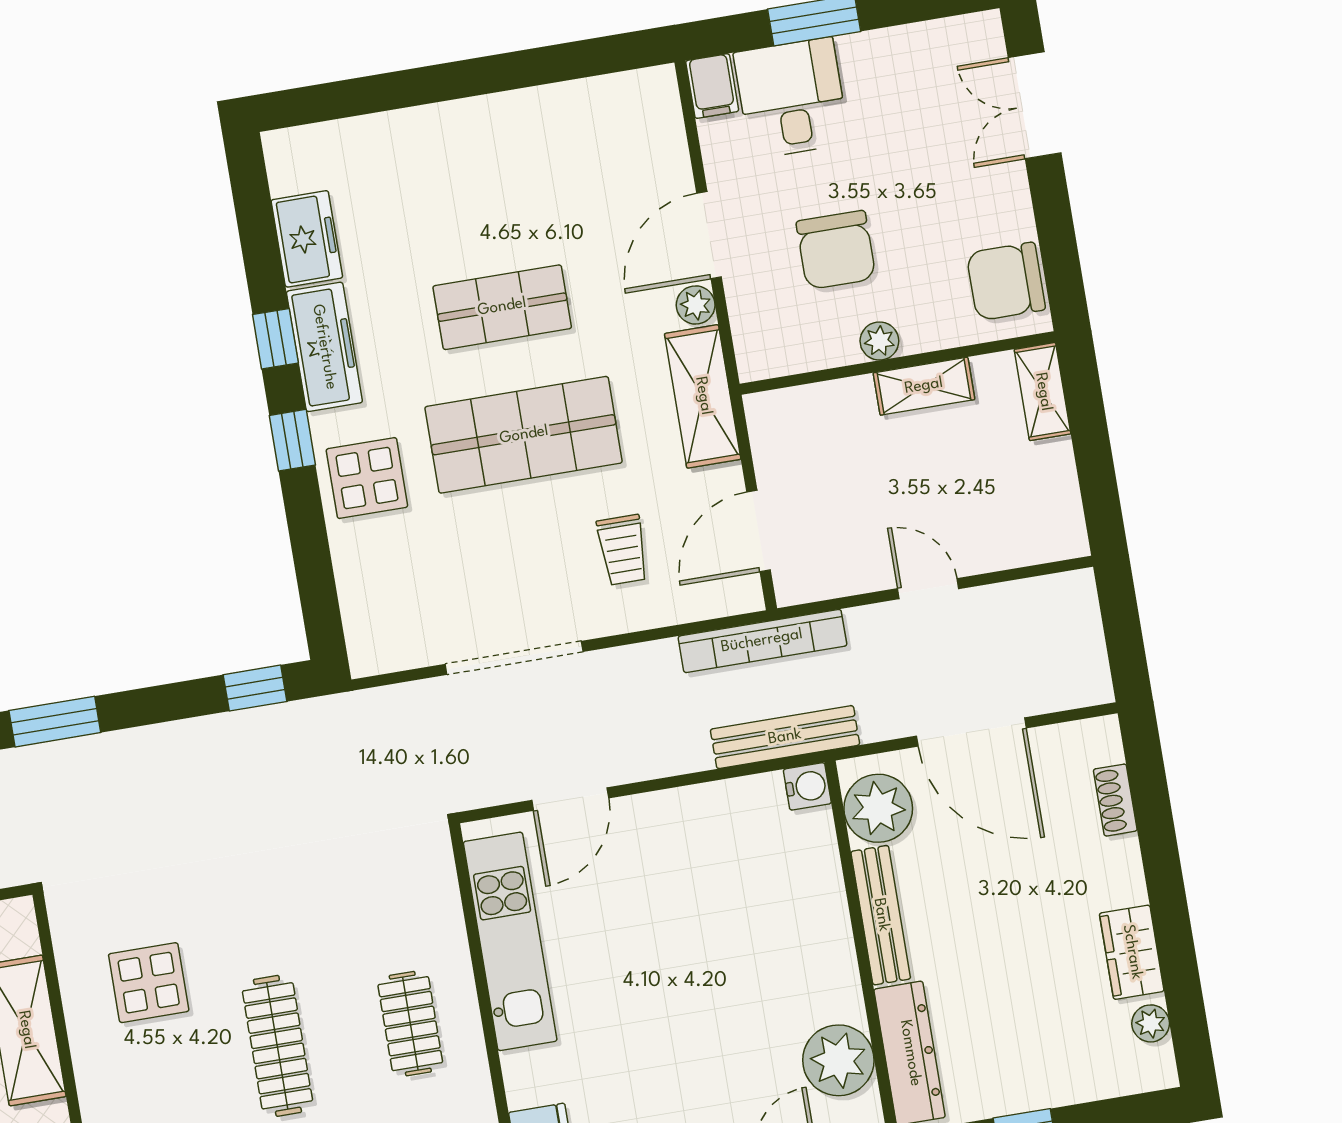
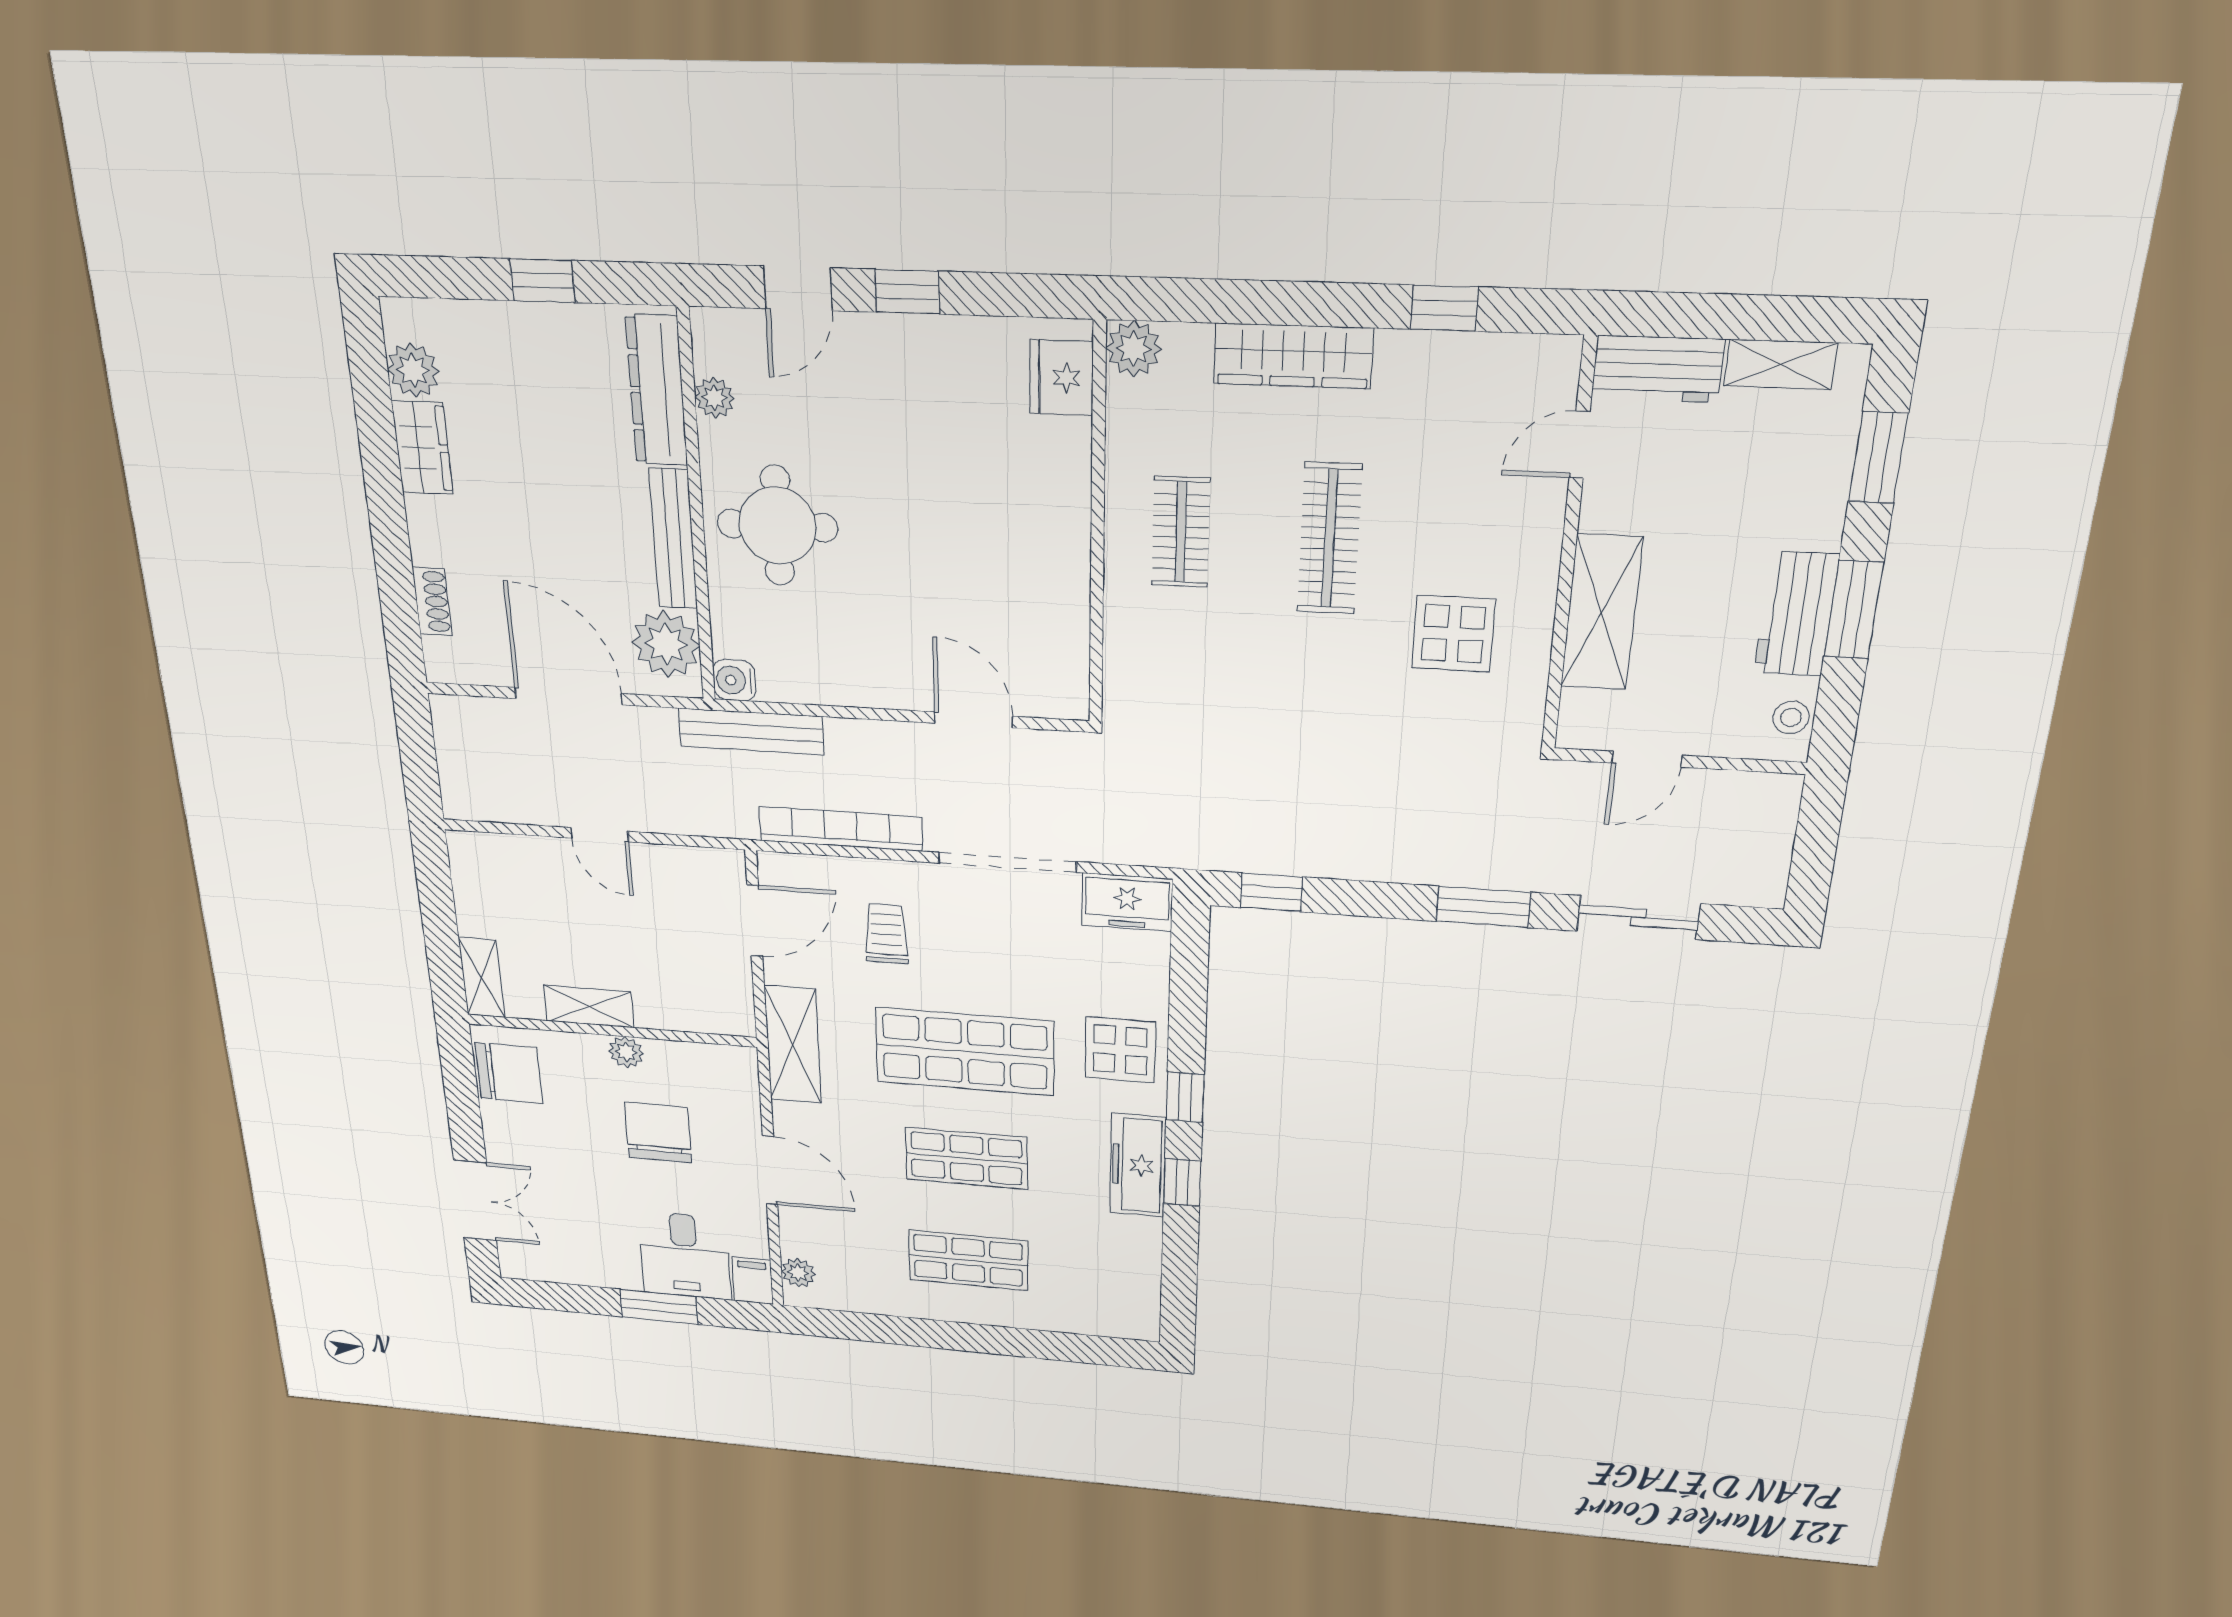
shop shelf: (481, 180) -> (968, 1260), added
door: (709, 235) -> (770, 1170), hinge flipped
freezer: (307, 239) -> (1127, 902), moved, turned -90
plant: (696, 305) -> (798, 1273), moved
bookcase: (762, 641) -> (841, 829), moved
door: (570, 799) -> (974, 720), hinge flipped
kitchen unit: (510, 941) -> (1059, 594), removed
round table: (782, 950) -> (778, 526), added
plant: (1151, 1023) -> (413, 370), width x1.38, depth x1.38
plant: (838, 1060) -> (715, 398), width x0.53, depth x0.53

